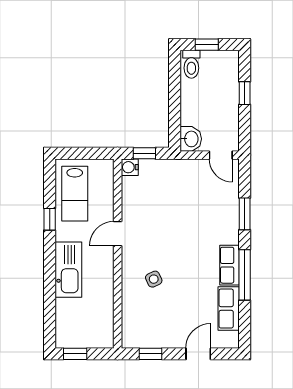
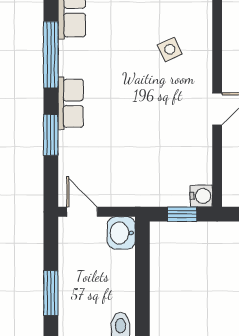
window: (245, 93) -> (51, 293), width x1.50
row of seats: (229, 265) -> (71, 103), moved

